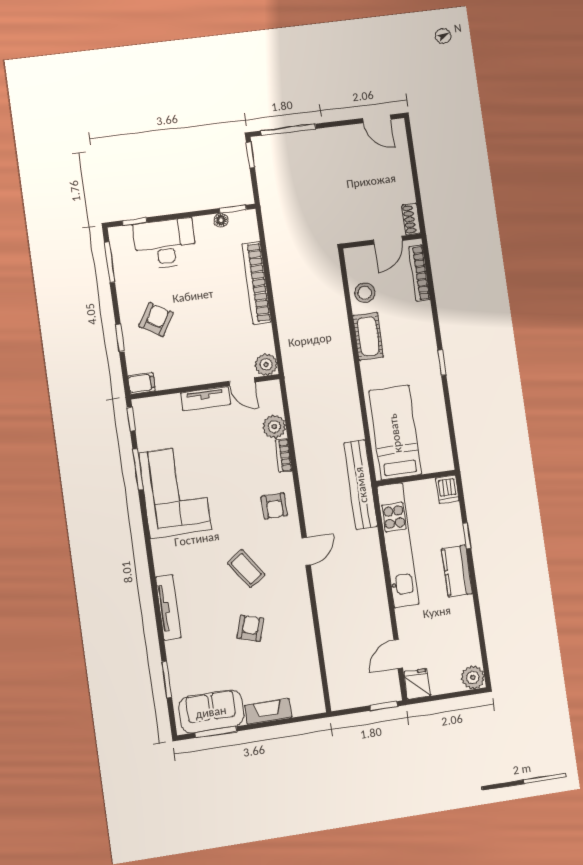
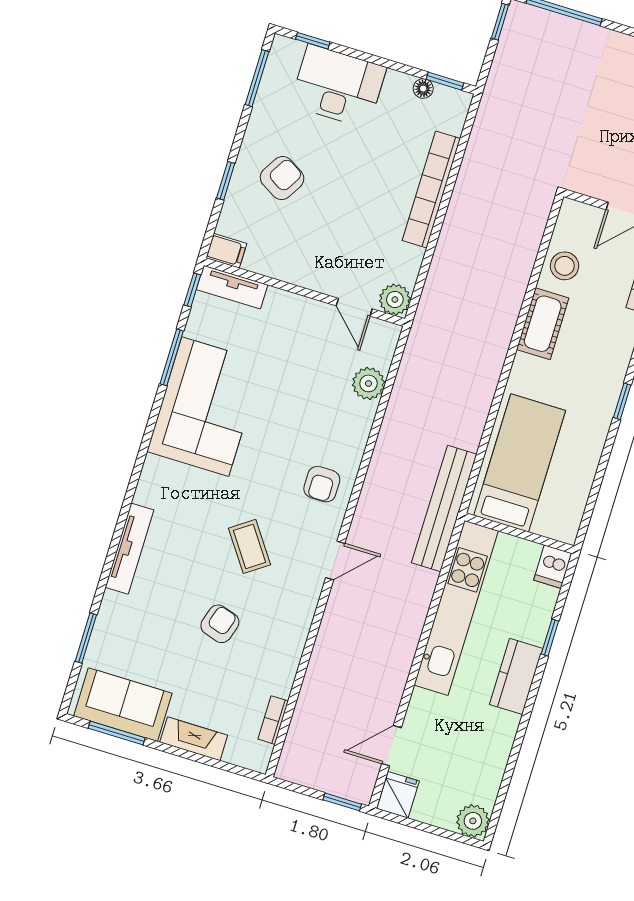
tv unit: (205, 399) -> (232, 287), moved
bookcase: (283, 455) -> (273, 720), moved

